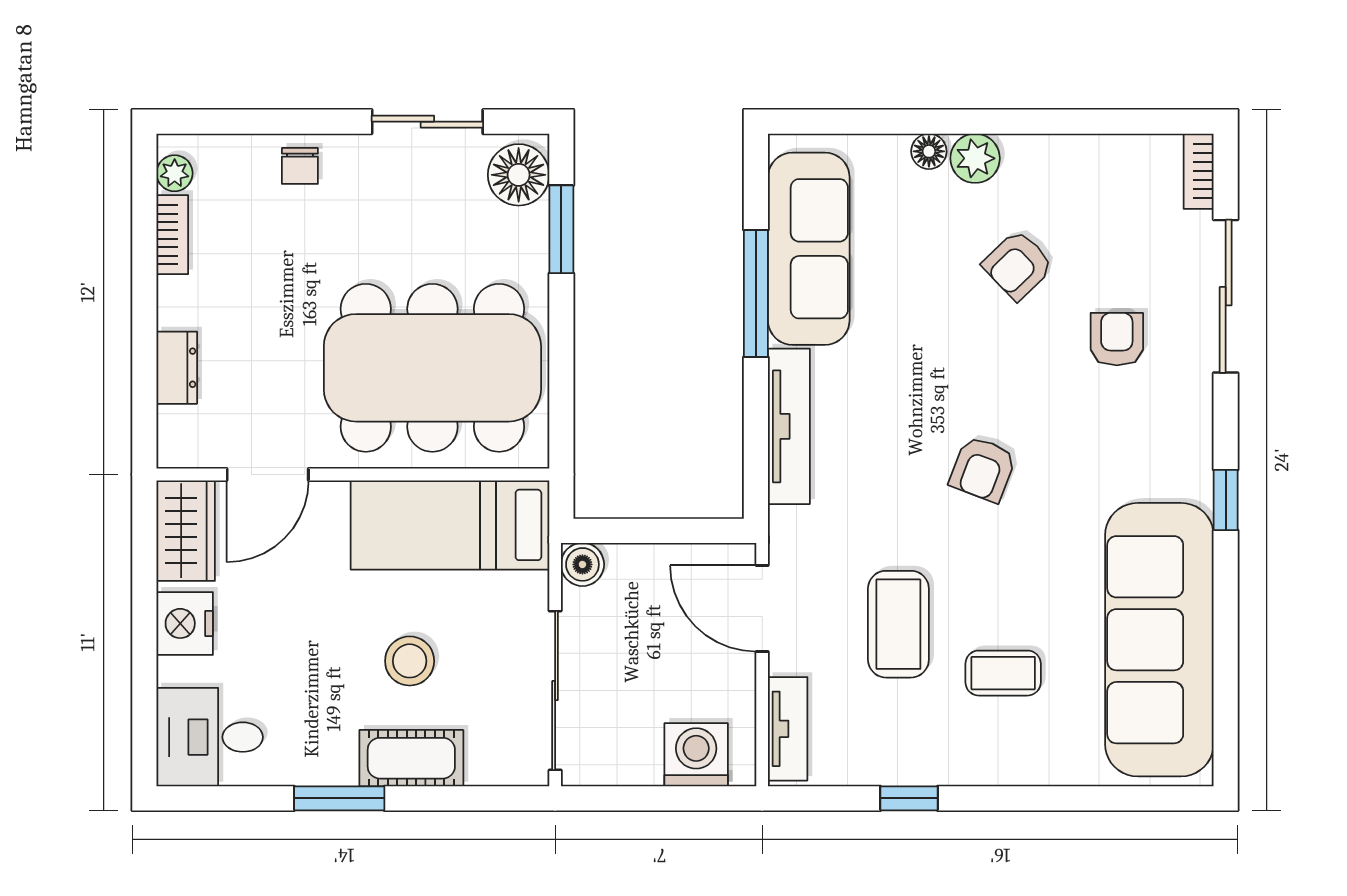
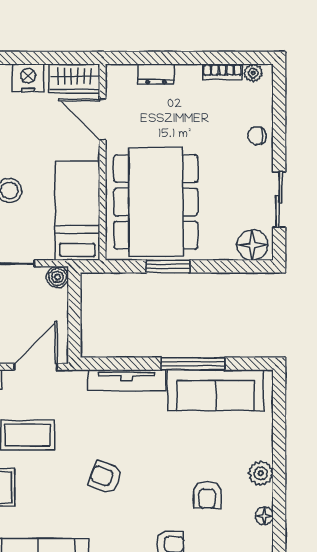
floor lamp: (929, 151) -> (264, 516), moved
window: (561, 229) -> (168, 266), moved
armchair: (1018, 265) -> (207, 495), turned -136

